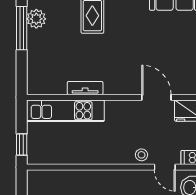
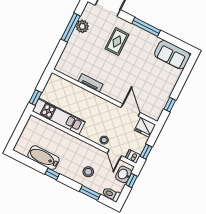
kitchen unit: (65, 111) -> (59, 116), moved, turned 180

